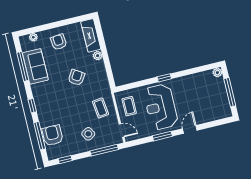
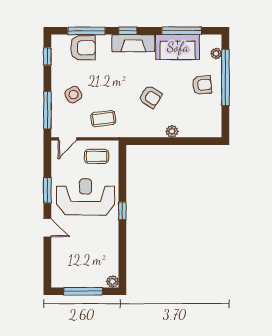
window: (49, 26) -> (225, 77), added
fireplace: (91, 35) -> (133, 43), moved, turned 180

